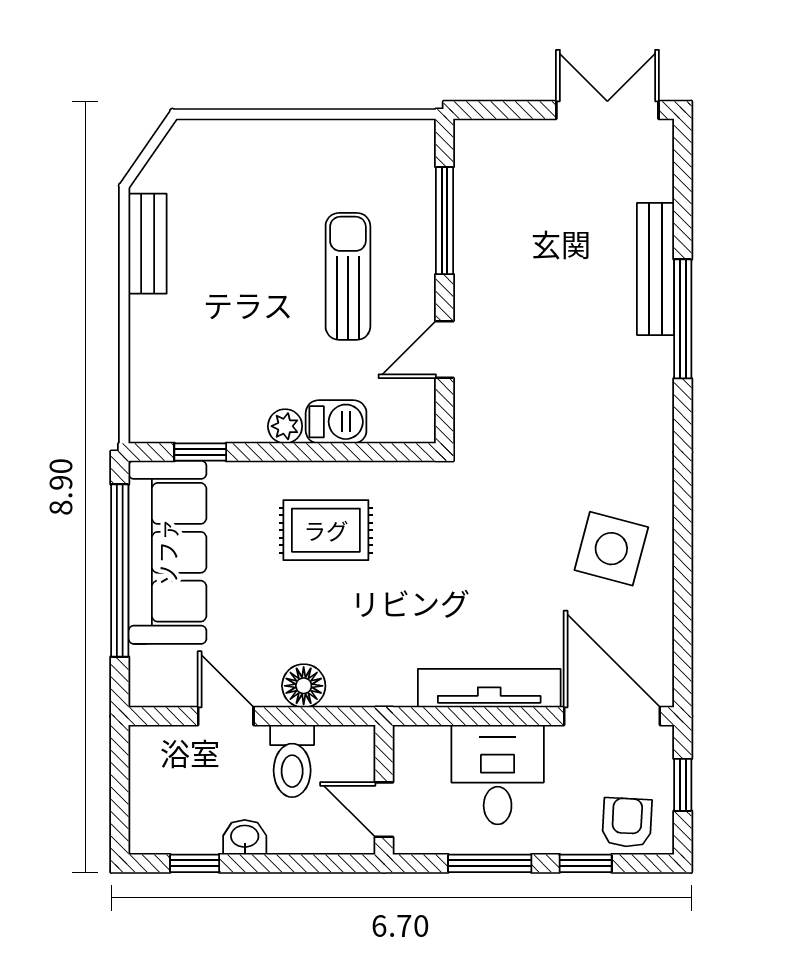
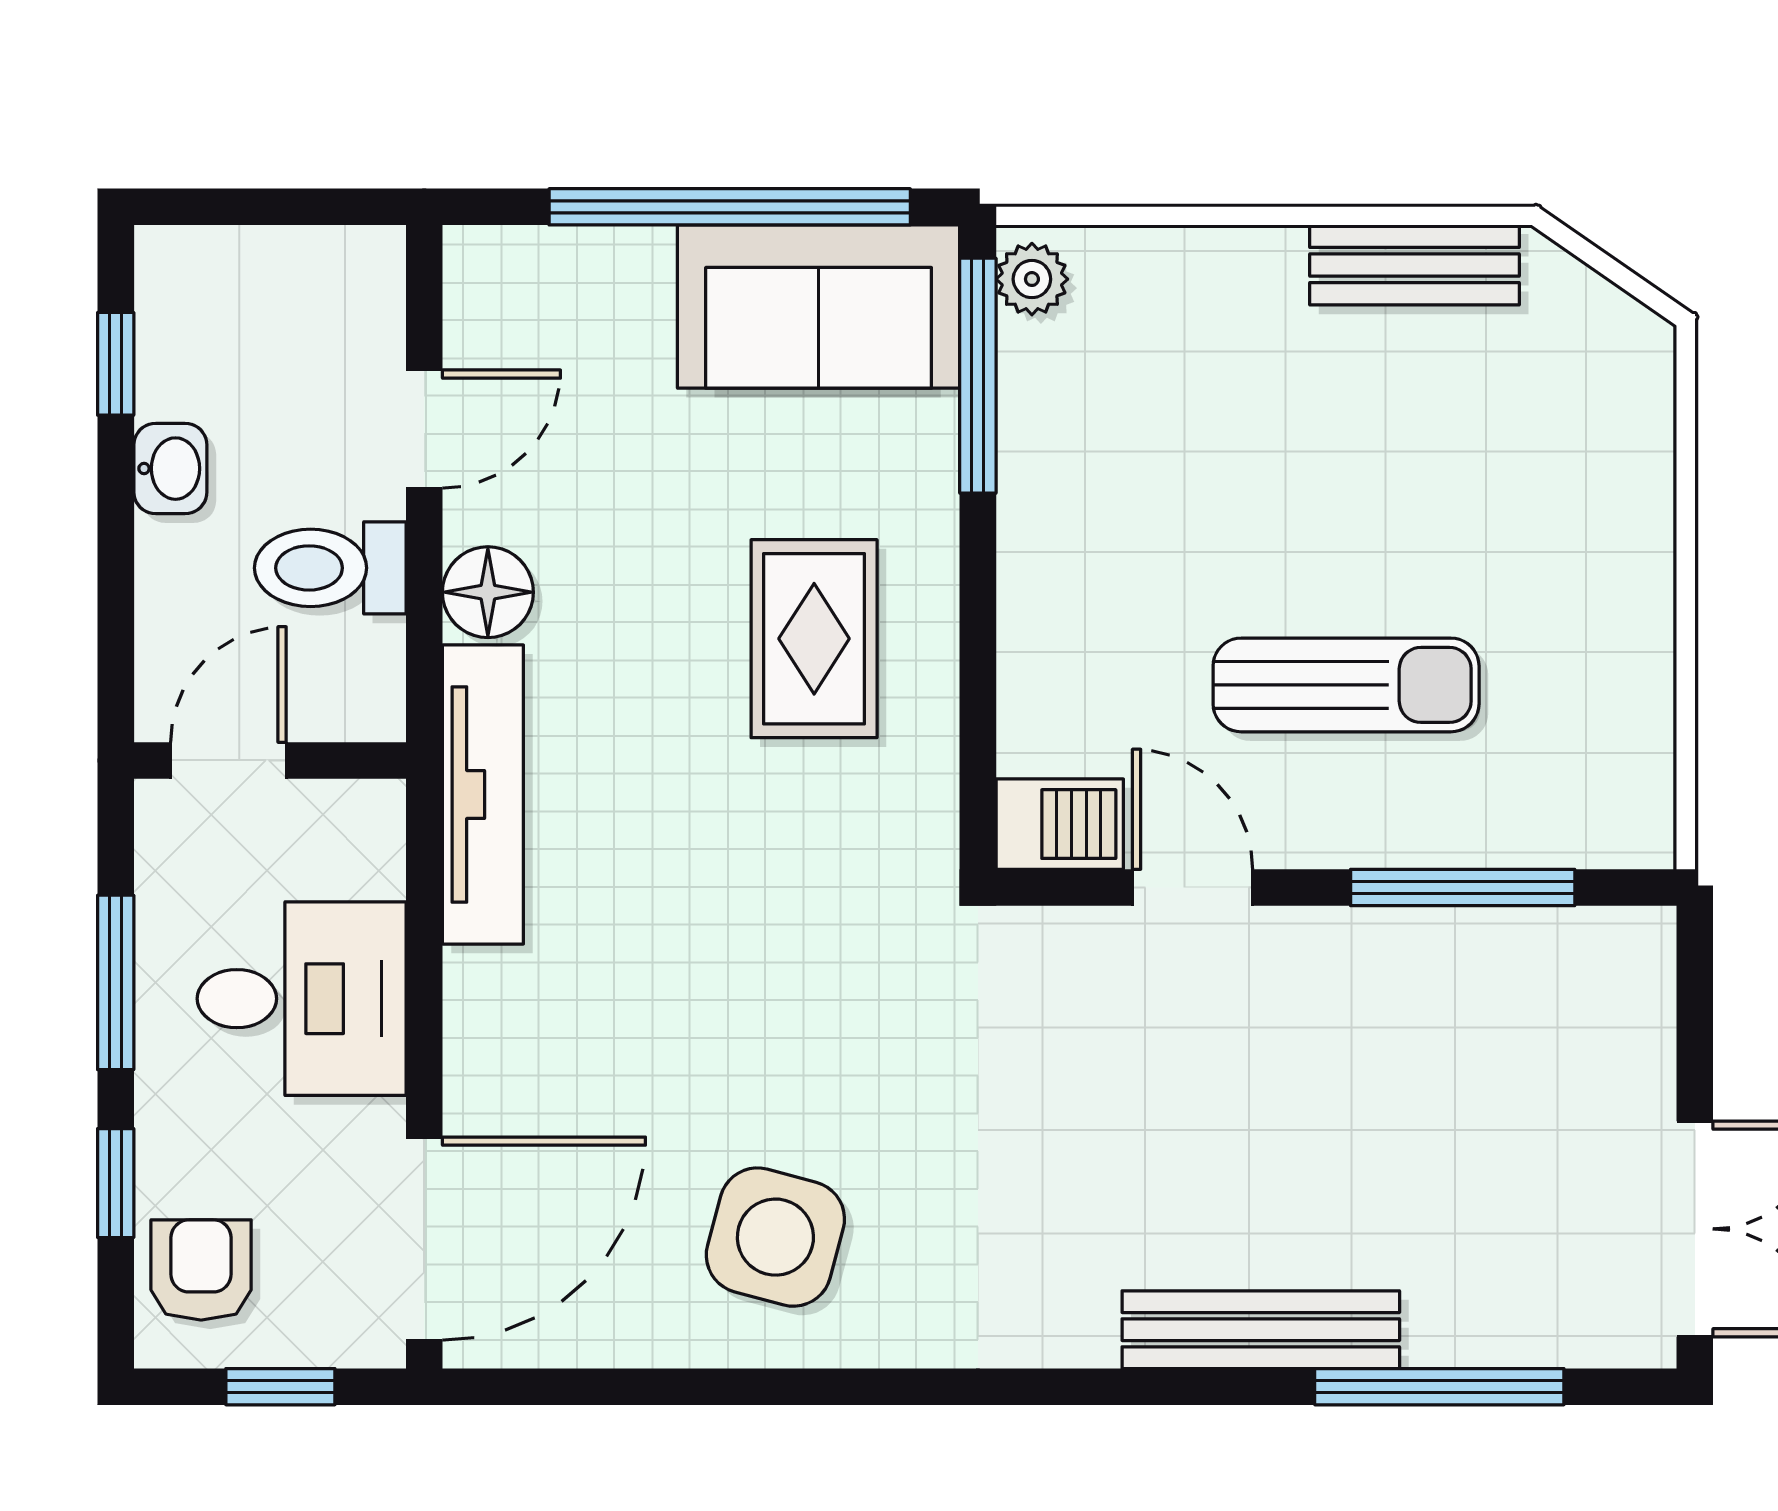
bench: (656, 269) -> (1261, 1330), moved
window: (683, 319) -> (1439, 1387), moved
barbecue: (336, 422) -> (1060, 824), moved, turned -90
plant: (285, 426) -> (1032, 279), moved
window: (200, 452) -> (978, 376), width x2.17
sofa: (167, 552) -> (819, 307), width x0.73
tv unit: (489, 688) -> (483, 795), moved
armchair: (627, 823) -> (201, 1270), turned -93

